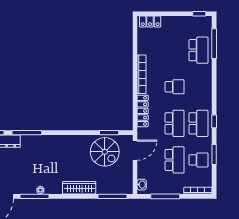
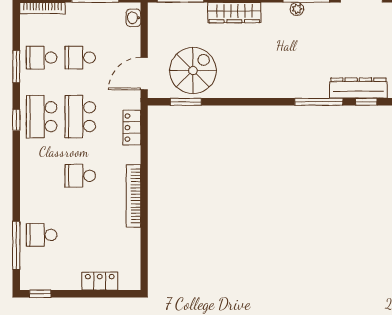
locker: (150, 22) -> (100, 281), moved
school desk: (198, 50) -> (42, 235), width x0.54
locker: (143, 111) -> (132, 128), width x0.66
spiral stairs: (105, 152) -> (193, 71), turned 90
school desk: (175, 160) -> (80, 58), width x0.54

